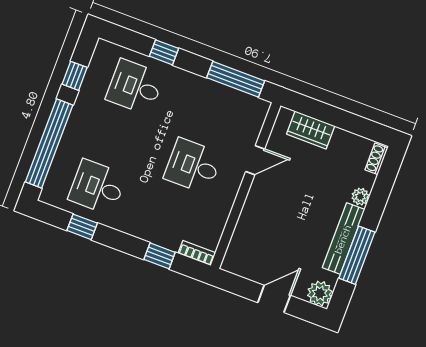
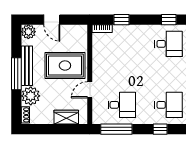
desk: (193, 166) -> (122, 105), moved
plant: (360, 197) -> (31, 96), width x1.88, depth x1.88
rug: (281, 215) -> (65, 65), added
window: (357, 255) -> (16, 74), moved
door: (274, 299) -> (52, 20), hinge flipped

